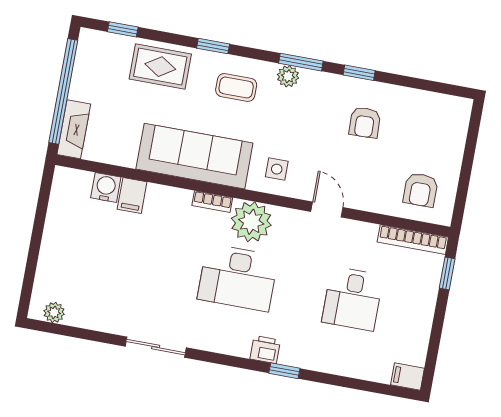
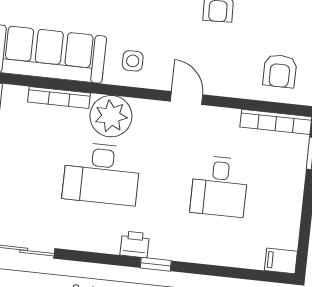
bookcase: (212, 202) -> (59, 98), width x1.56

